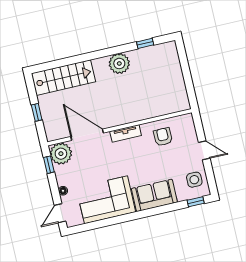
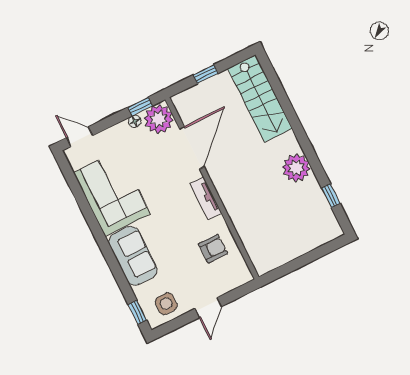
floor lamp: (63, 191) -> (135, 121), moved

